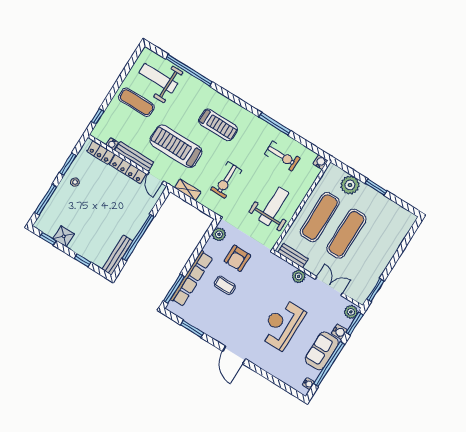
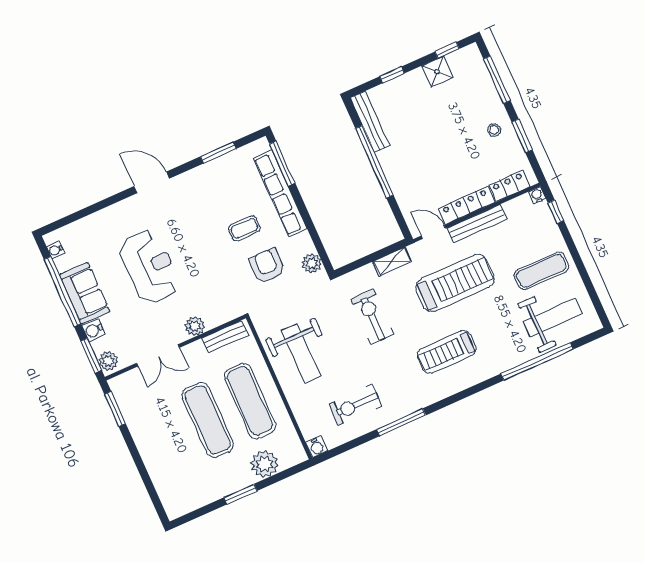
water cooler: (112, 144) -> (537, 195), moved

